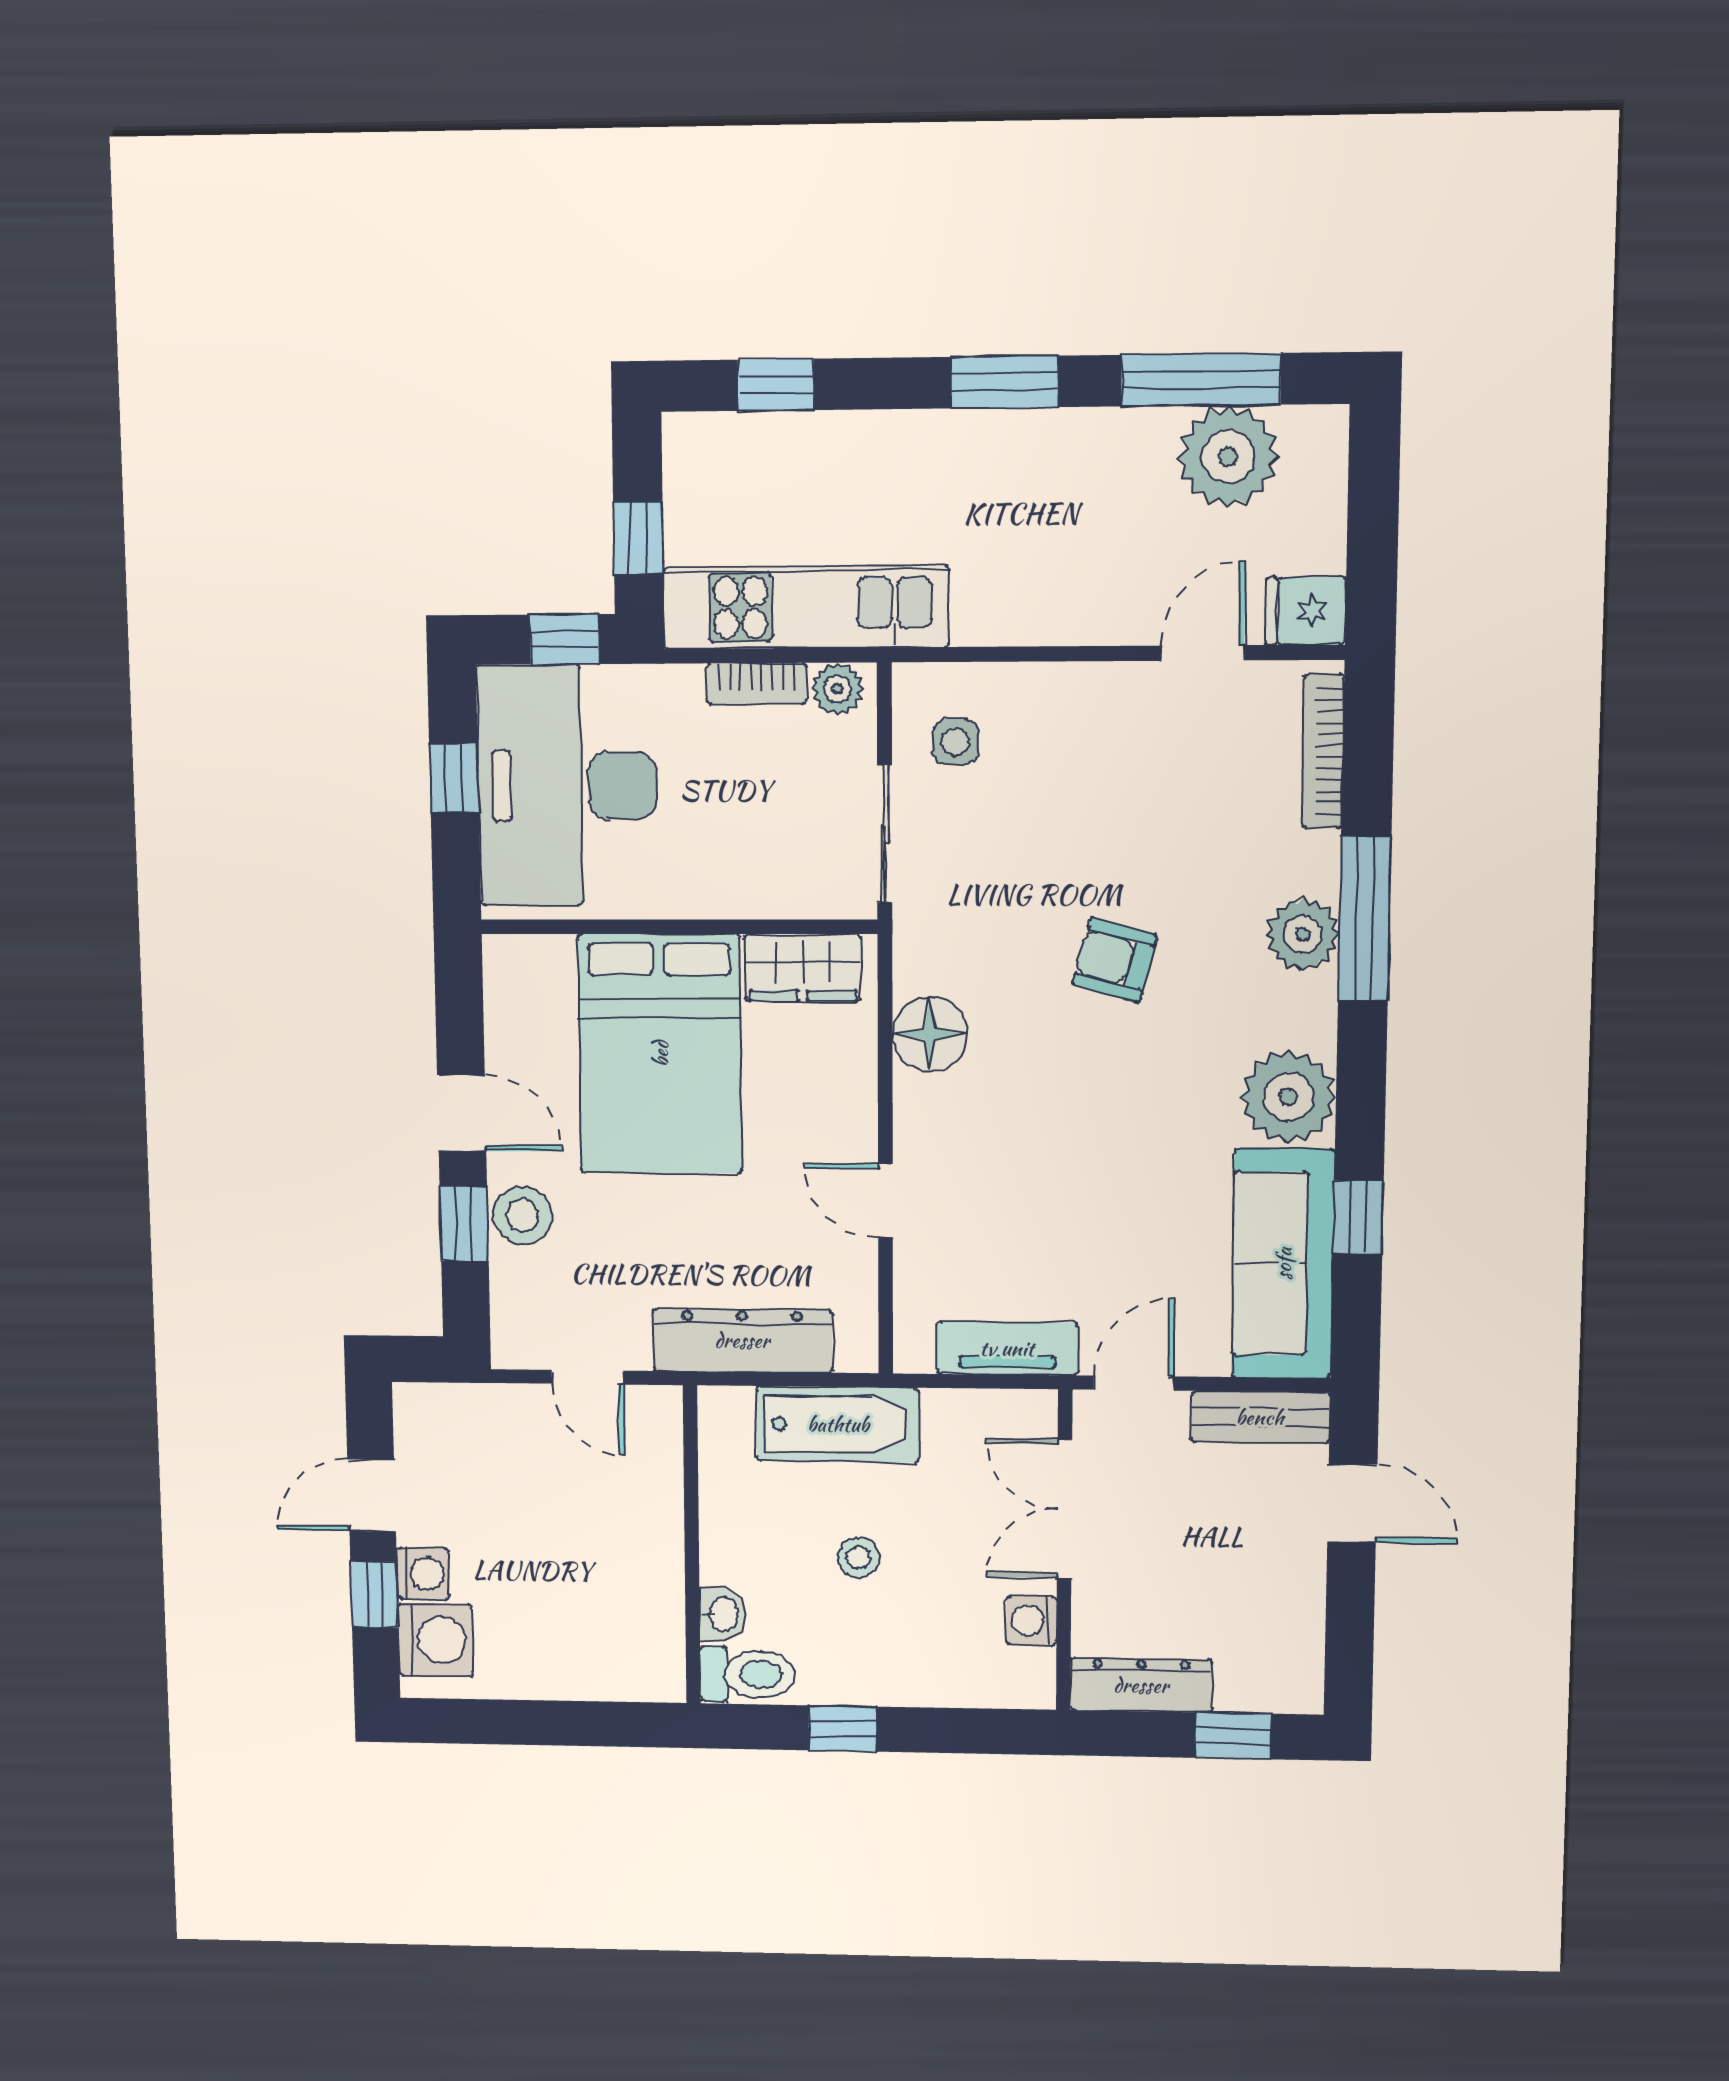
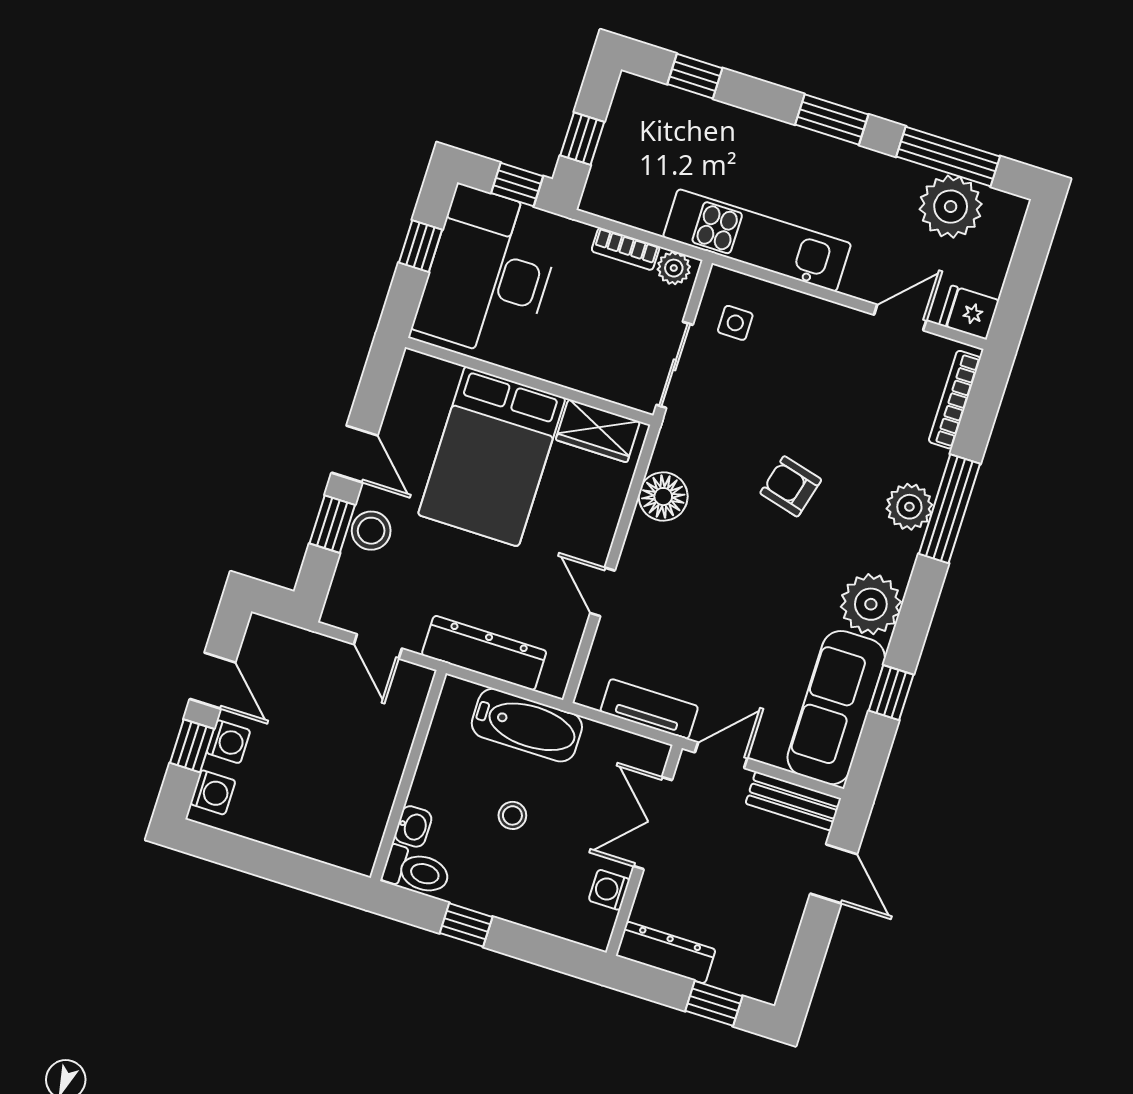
kitchen unit: (806, 607) -> (757, 240), moved
door: (372, 1496) -> (213, 681), swing flipped
washing machine: (436, 1640) -> (213, 792), width x0.73, depth x0.73

